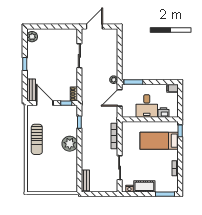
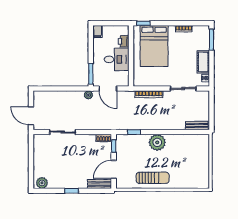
bed: (159, 141) -> (154, 46), width x1.50

